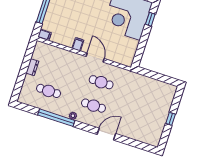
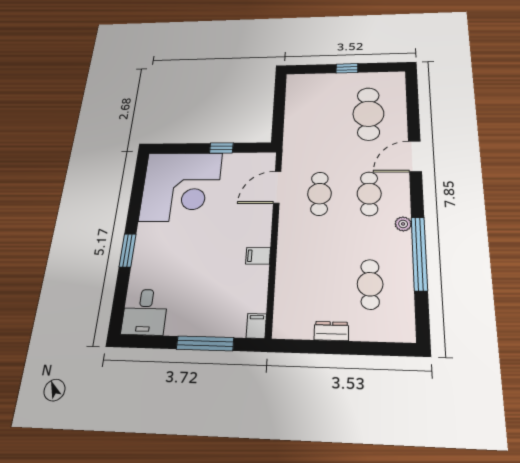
window: (150, 19) -> (221, 148), moved
door: (95, 58) -> (277, 187), moved
cafe table: (138, 120) -> (368, 114), added
door: (106, 134) -> (415, 156), hinge flipped

